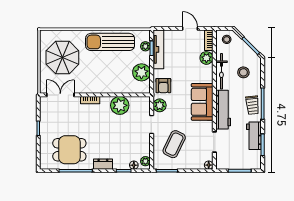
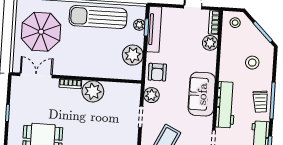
bicycle: (221, 71) -> (227, 60), removed
plant: (120, 105) -> (93, 91), moved

